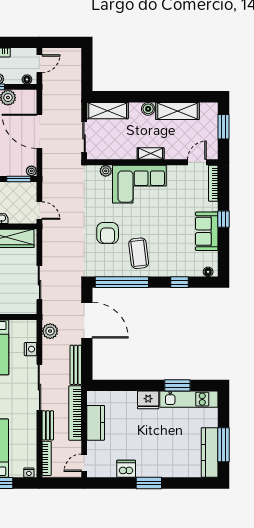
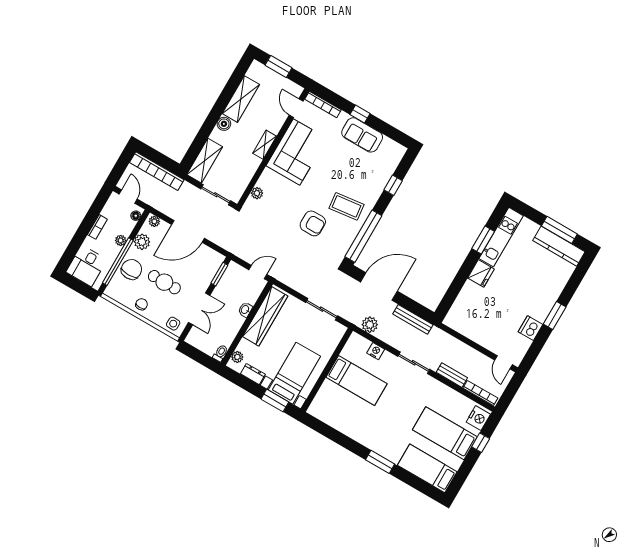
plant: (31, 171) -> (154, 221), moved
corner sofa: (139, 184) -> (297, 152), moved
floor lamp: (208, 272) -> (399, 155), removed
sliding door: (39, 387) -> (414, 363), width x0.73
bookcase: (75, 413) -> (157, 171), moved
kitchen counter: (96, 423) -> (474, 332), removed
nightstand: (29, 473) -> (478, 418), width x1.89, depth x1.79

